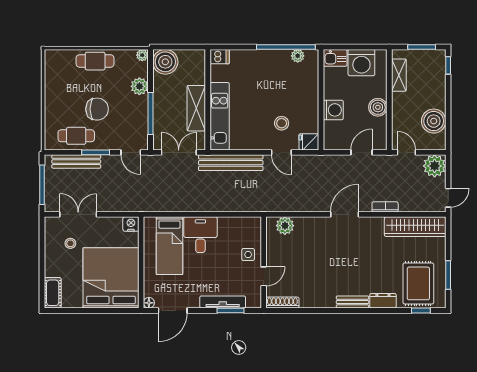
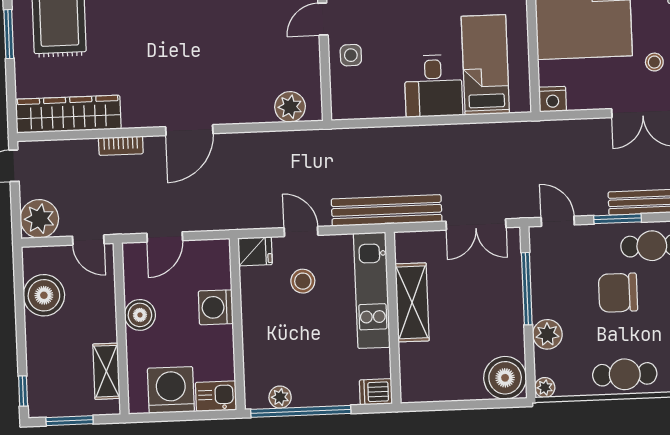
dishwasher: (220, 57) -> (376, 392), moved
wall: (208, 100) -> (393, 318), moved
shelving: (196, 108) -> (412, 302), moved
kitchen unit: (220, 116) -> (372, 290), moved

